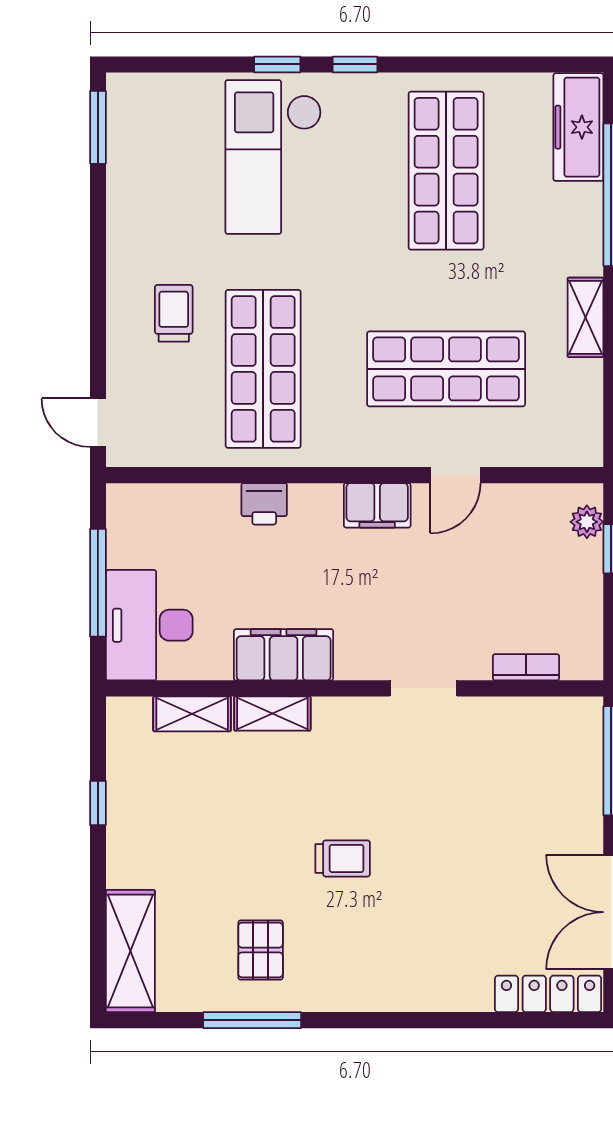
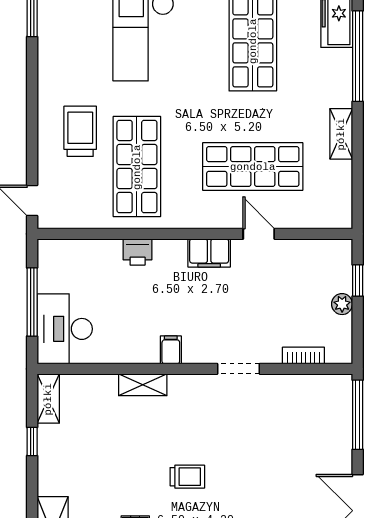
trolley: (174, 313) -> (80, 131), width x1.36, depth x1.39
door: (455, 475) -> (259, 234), swing flipped
plant: (587, 522) -> (342, 304), moved
filing cabinet: (284, 655) -> (171, 350), width x0.33, depth x0.86
shelving: (192, 714) -> (48, 399), moved, turned 90

